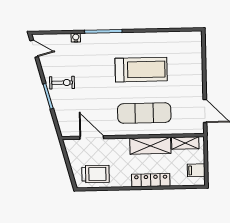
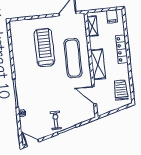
door: (34, 49) -> (33, 143), hinge flipped
treadmill: (141, 70) -> (44, 47), moved
door: (92, 137) -> (94, 95), hinge flipped
shelving: (150, 146) -> (98, 64), moved

